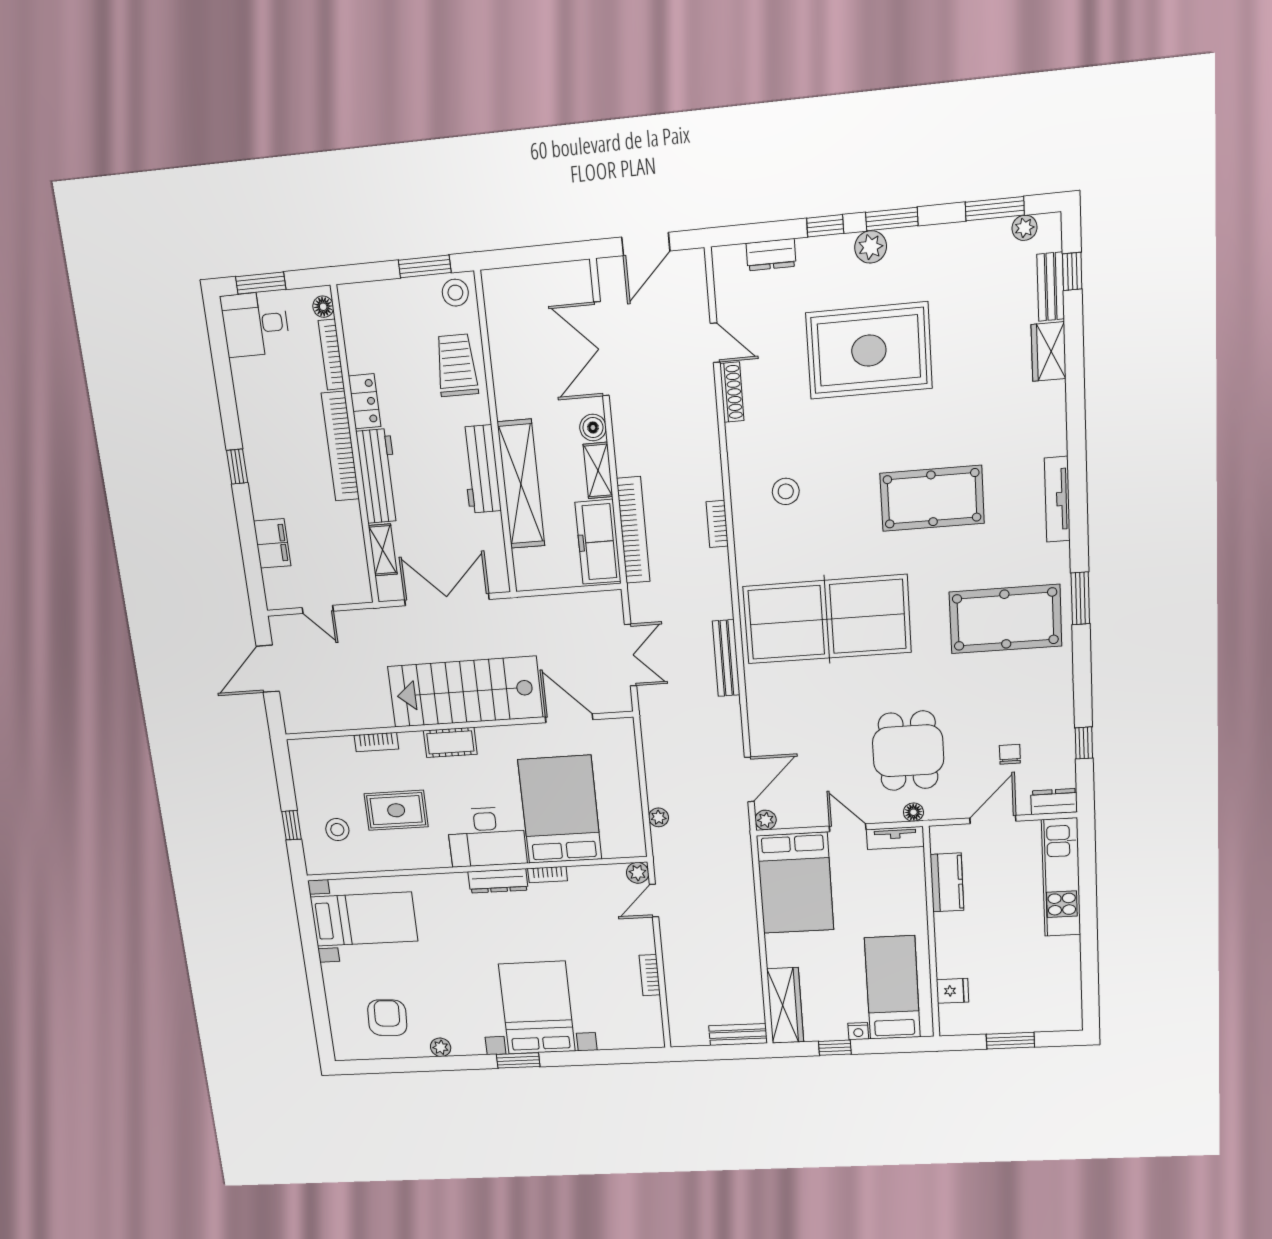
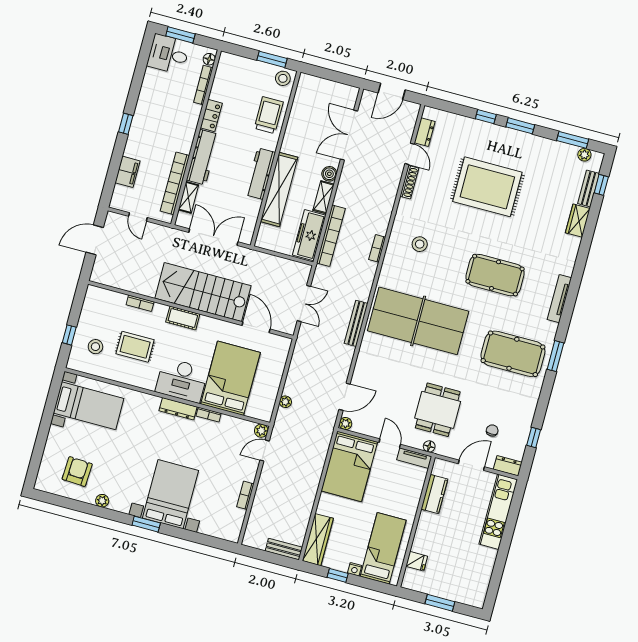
plant: (871, 247) -> (505, 135), removed
dresser: (771, 255) -> (425, 132), moved, turned -90
bookcase: (340, 446) -> (175, 183), moved

